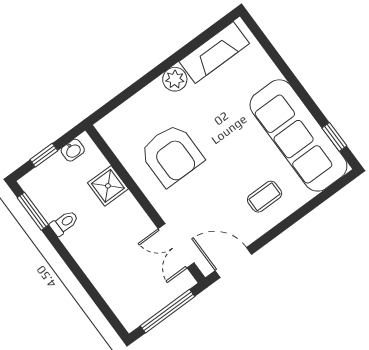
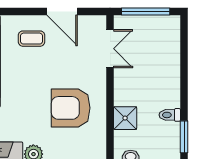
armchair: (172, 155) -> (71, 108), turned -90
door: (233, 263) -> (62, 12), moved

